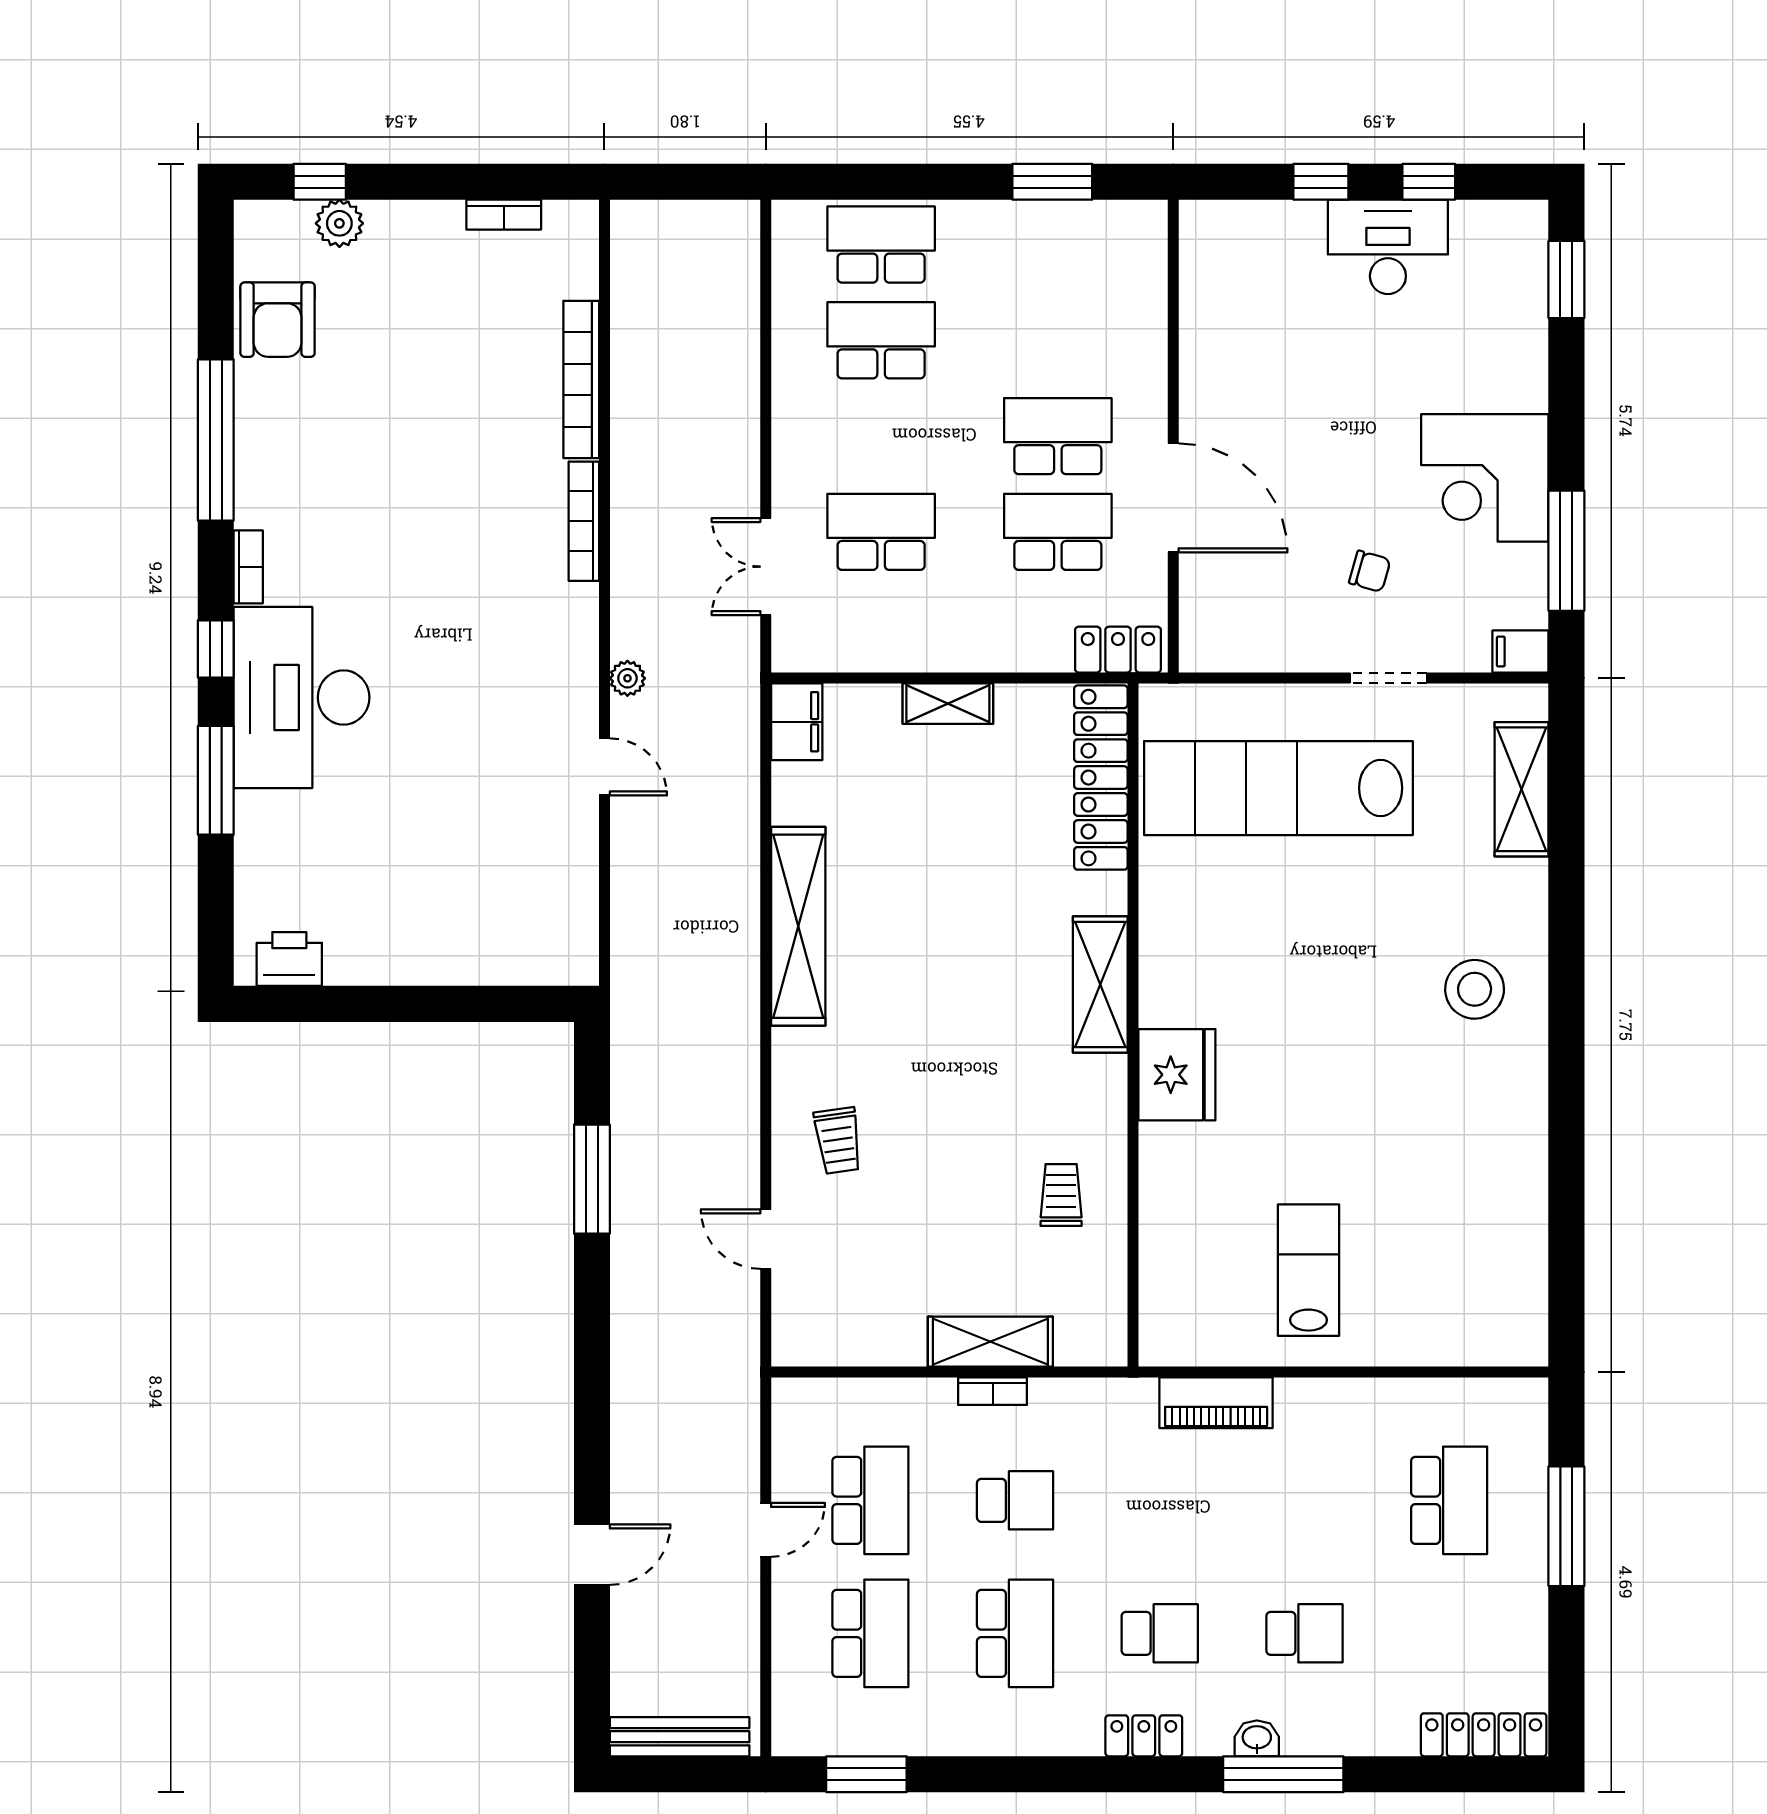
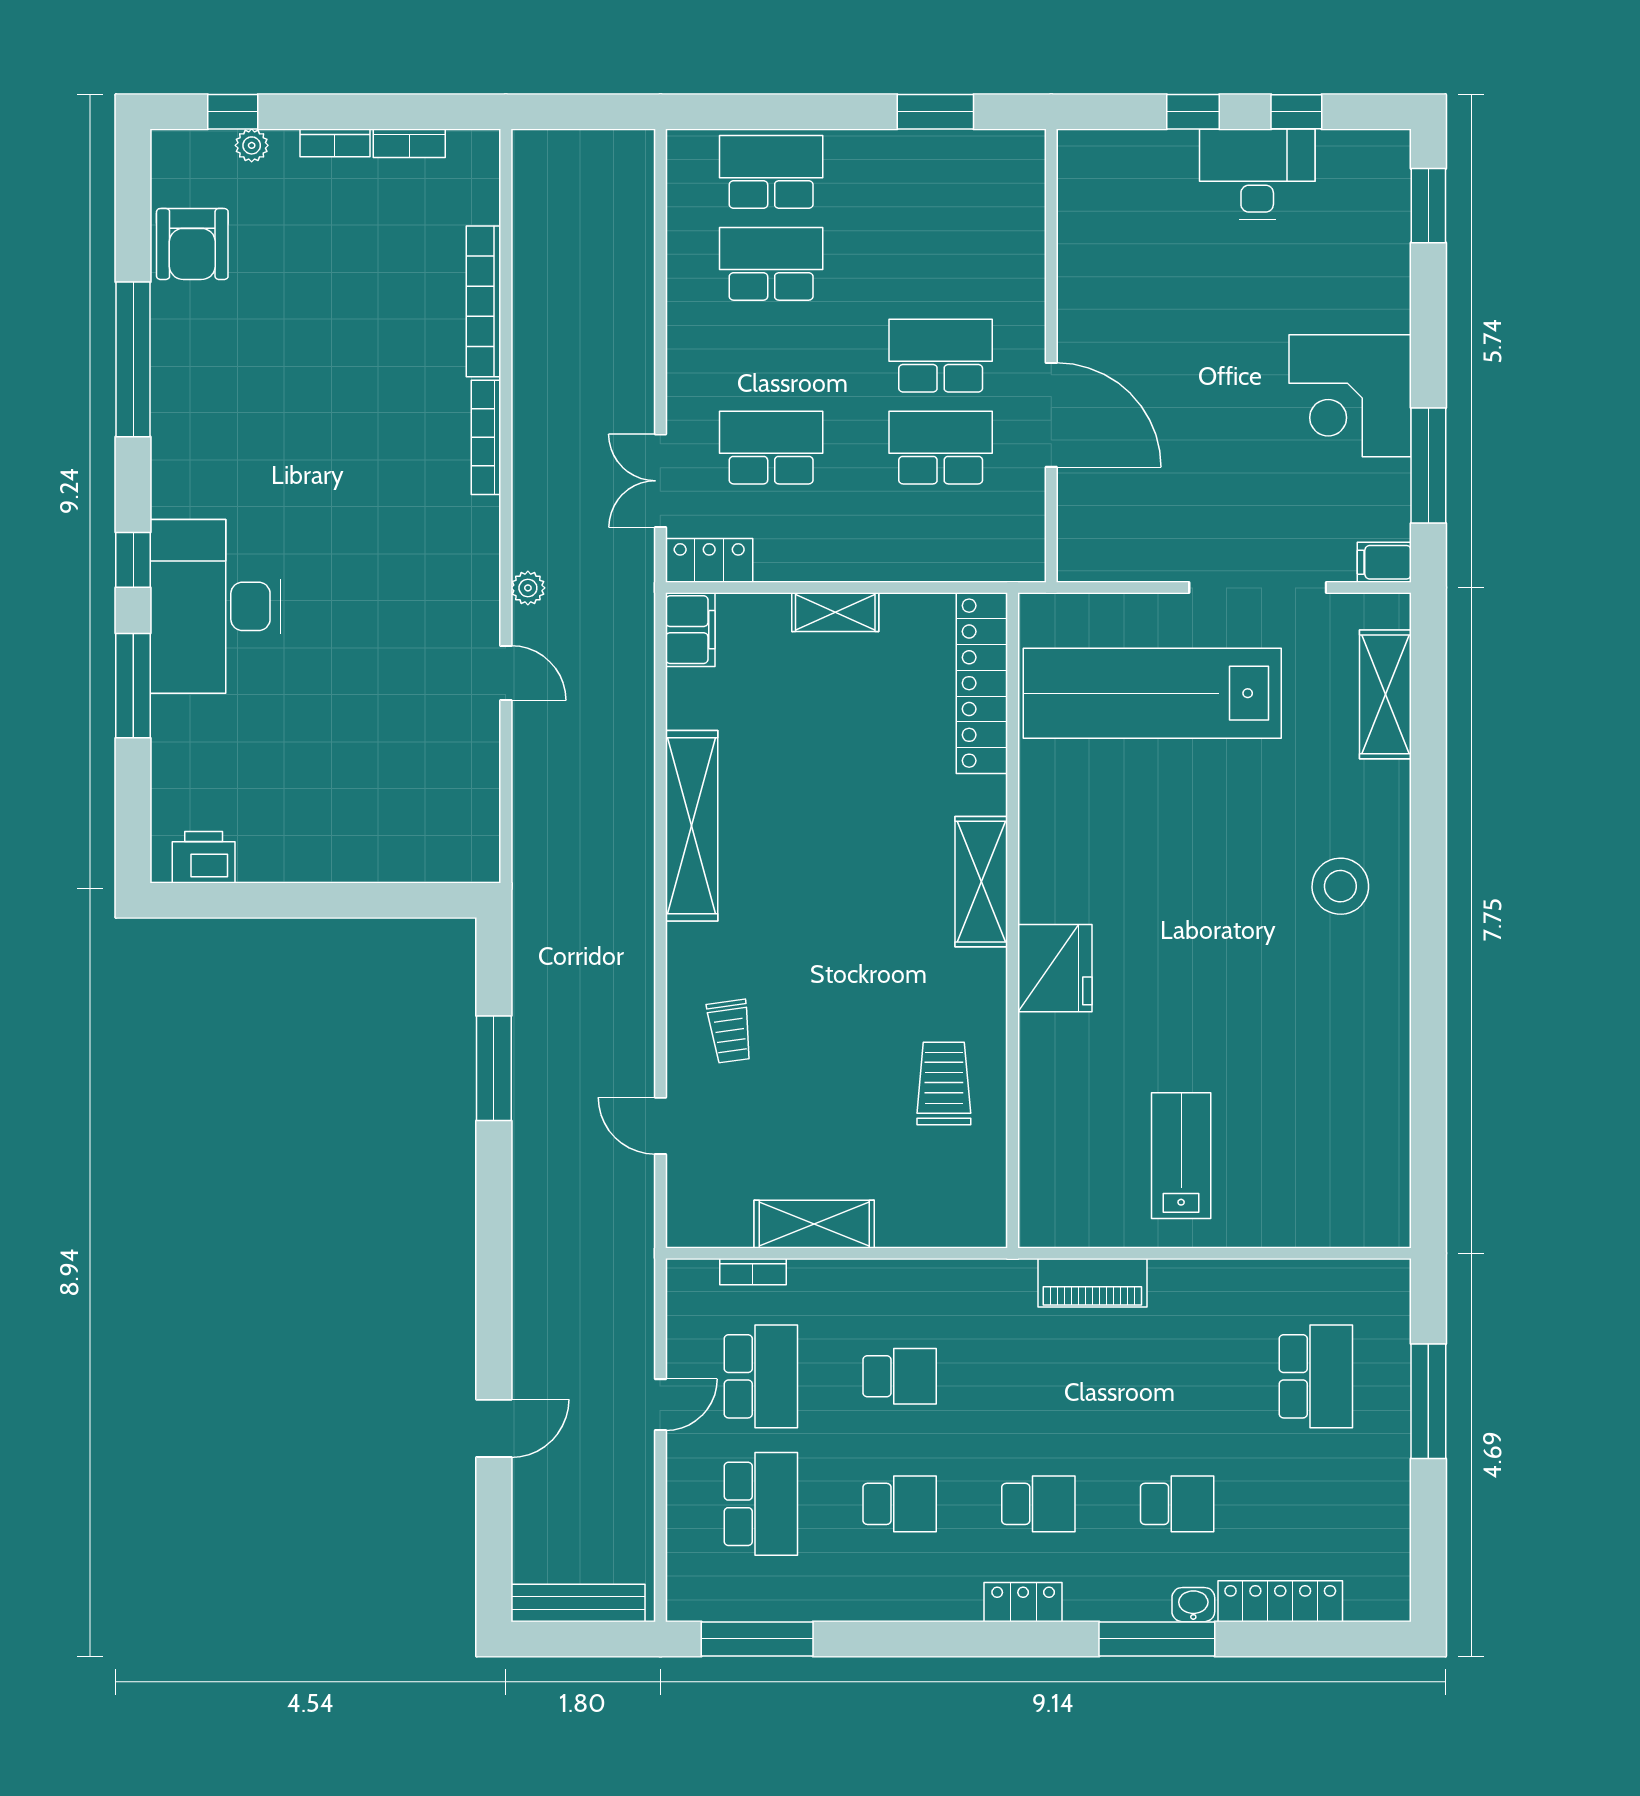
plant: (339, 223) -> (252, 145), width x0.73, depth x0.73
bookcase: (248, 567) -> (335, 143), moved, turned 90
chair: (1370, 571) -> (1240, 485), removed
locker: (1118, 650) -> (709, 560), moved
doorway: (1388, 678) -> (1258, 588), width x1.87
trolley: (1061, 1195) -> (944, 1083), width x1.36, depth x1.39
shelving: (990, 1342) -> (814, 1224), moved
bookcase: (993, 1391) -> (753, 1272), moved
school desk: (1015, 1633) -> (900, 1504), width x0.54
locker: (1484, 1735) -> (1280, 1601), moved
washbasin: (1257, 1738) -> (1193, 1605), moved
window: (866, 1774) -> (757, 1639), width x1.44

